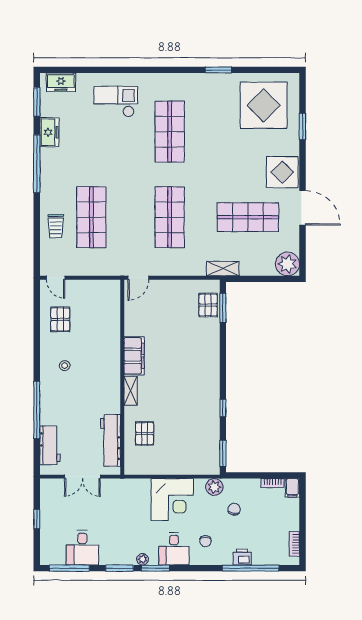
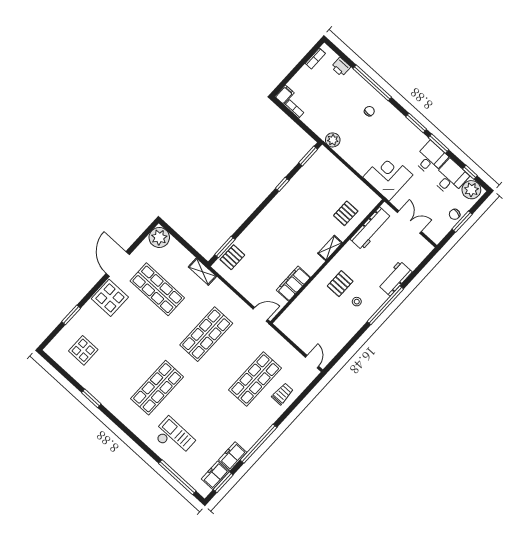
window: (81, 70) -> (177, 477), added
freezer: (61, 82) -> (215, 475), moved, turned -90
checkout: (116, 102) -> (174, 437), turned 180
display table: (264, 105) -> (83, 350), width x0.54, depth x0.54
pallet: (60, 319) -> (340, 284), moved
filing cabinet: (134, 356) -> (293, 284), moved
window: (37, 410) -> (385, 305), moved
workbench: (50, 445) -> (395, 278), moved
corner desk: (172, 500) -> (388, 176), moved
chair: (234, 509) -> (455, 214), moved
window: (37, 519) -> (462, 222), width x1.50
desk: (174, 549) -> (431, 158), moved
printer: (242, 557) -> (341, 67), moved
plant: (142, 559) -> (471, 190), moved, width x1.87, depth x1.87
window: (69, 568) -> (470, 172), width x0.46
window: (251, 568) -> (372, 83), moved

